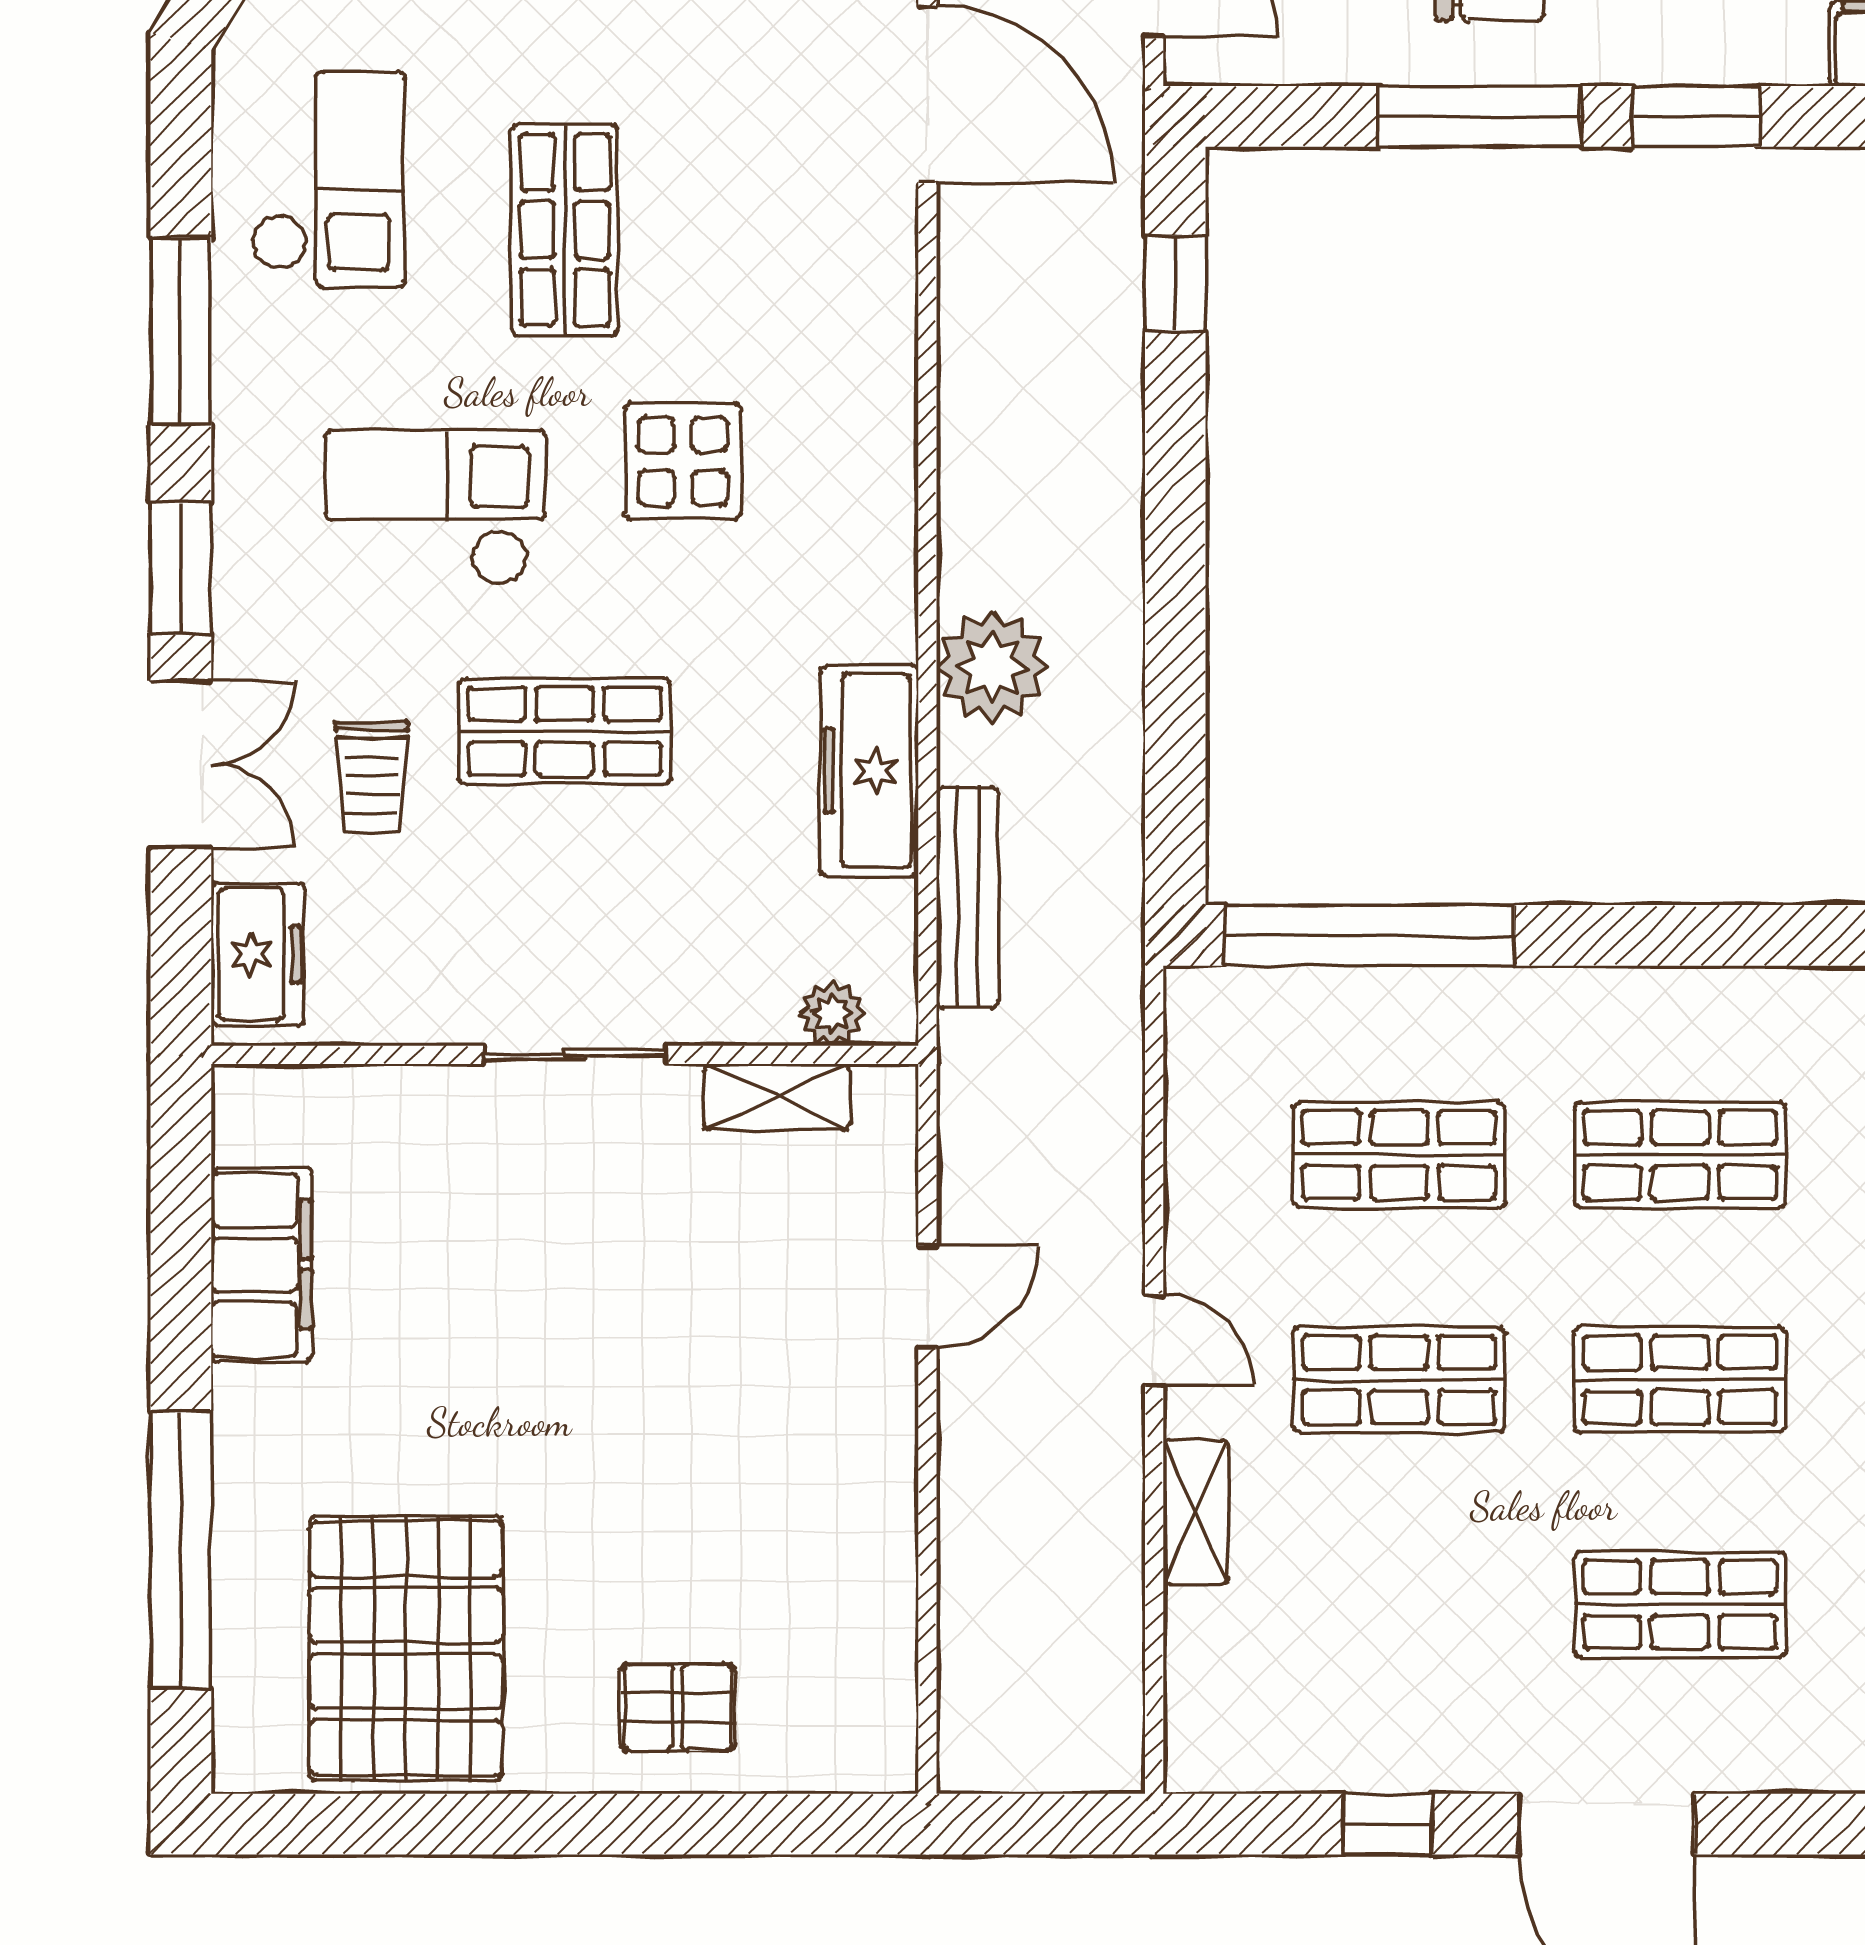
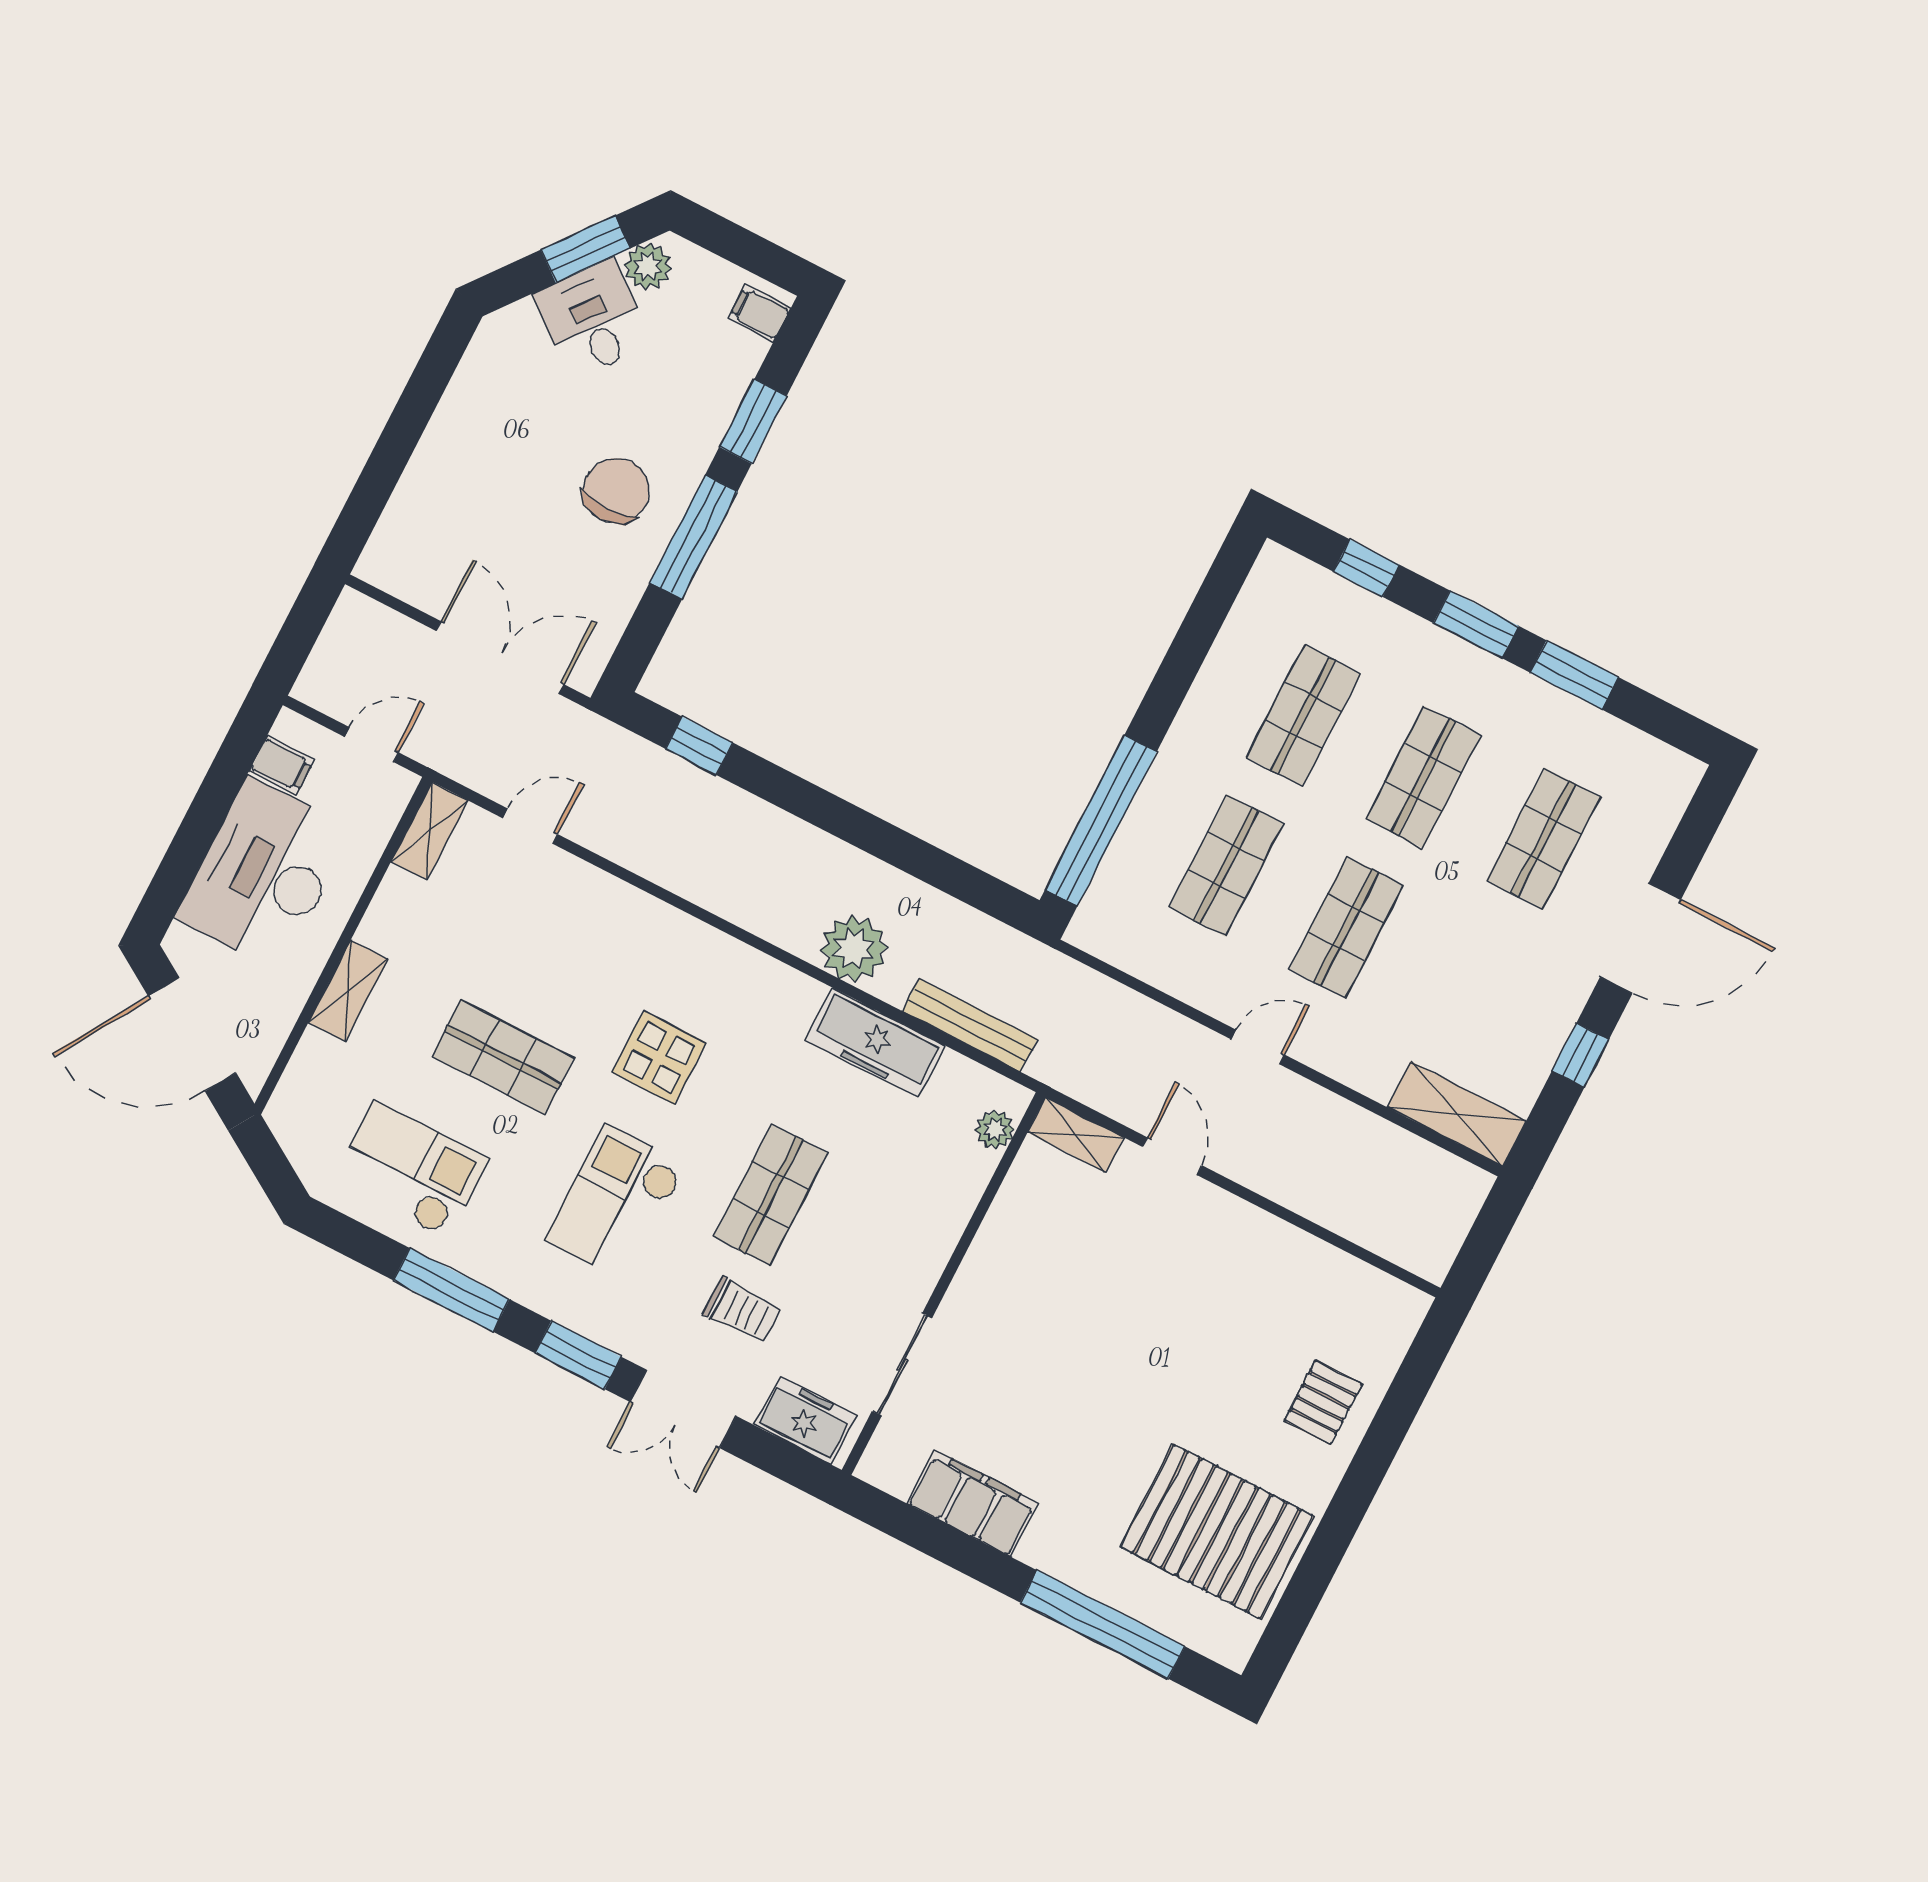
door: (927, 94) -> (530, 826), width x0.53
double door: (181, 764) -> (683, 1409), swing flipped
sliding door: (575, 1055) -> (902, 1365), moved
shelving: (777, 1097) -> (1076, 1135), moved, turned 90
shelving: (1196, 1512) -> (1457, 1114), moved, width x1.50, depth x1.33

